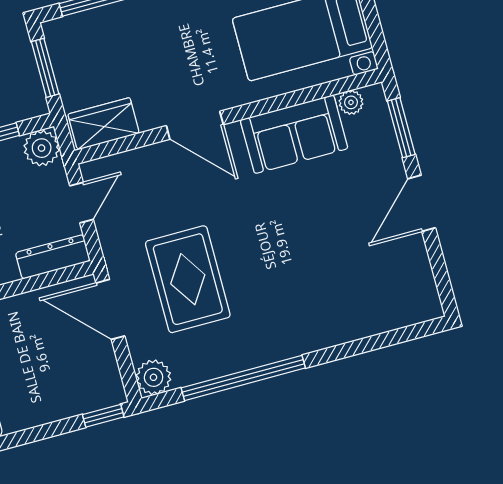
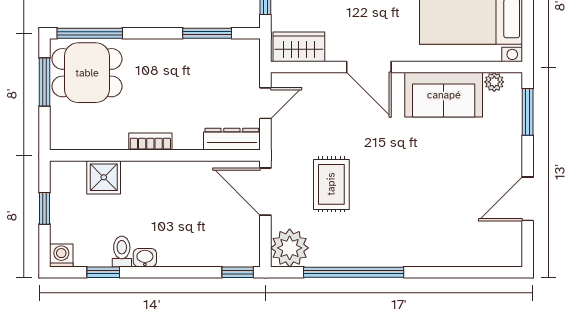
plant: (42, 148) -> (246, 53), removed
door: (422, 203) -> (528, 199), moved
rug: (188, 279) -> (331, 184), width x0.73, depth x0.70
plant: (154, 377) -> (290, 248), width x1.36, depth x1.36

